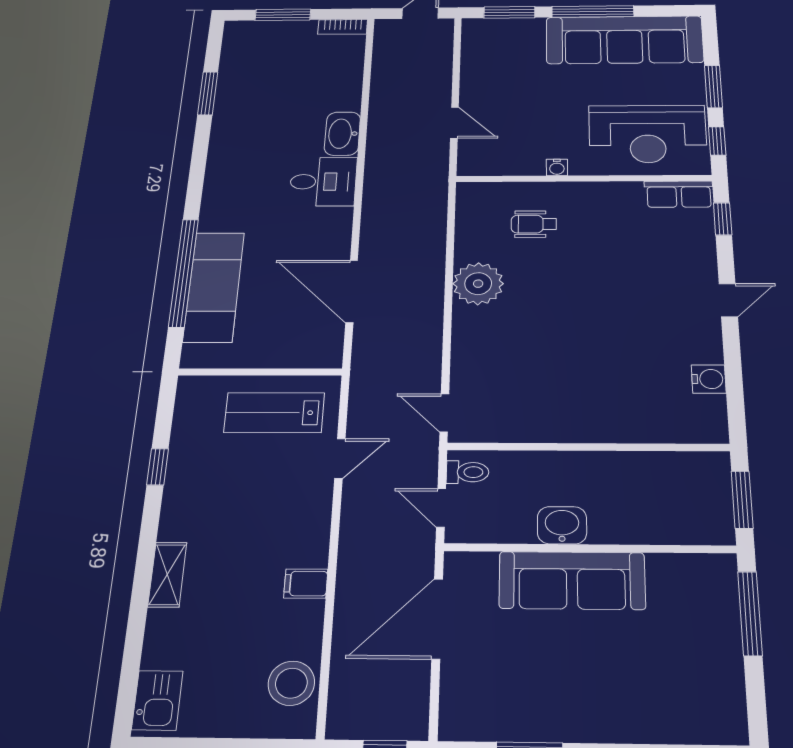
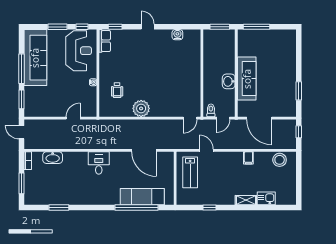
washbasin: (342, 134) -> (53, 158), moved
door: (352, 291) -> (144, 150), hinge flipped
kitchen sink: (157, 700) -> (266, 198), moved

